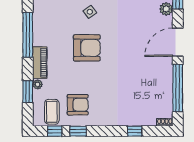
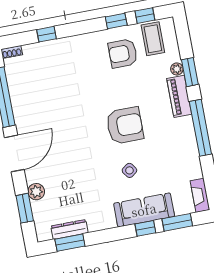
armchair: (87, 48) -> (125, 125), turned 180
window: (28, 92) -> (190, 72), moved

